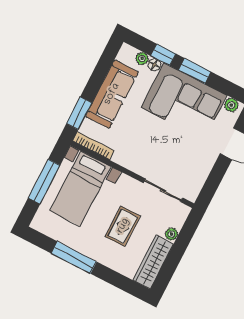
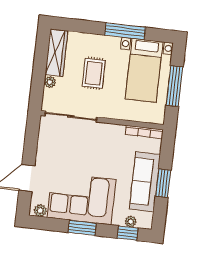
window: (163, 55) -> (128, 233), moved
floor lamp: (154, 65) -> (118, 220), removed
window: (79, 113) -> (163, 183), moved
bed with nightstands: (80, 189) -> (144, 70), moved, turned 180
sliding door: (163, 190) -> (71, 116), width x1.37

